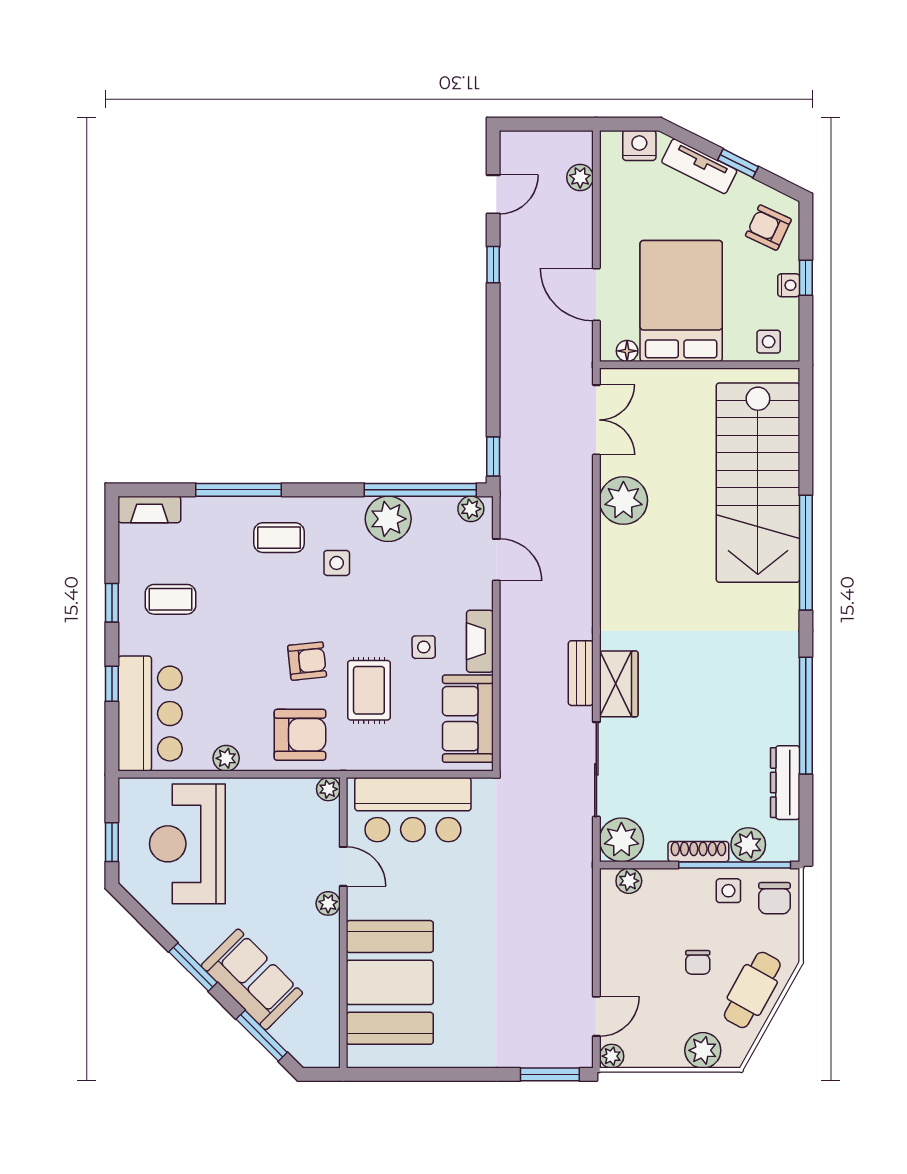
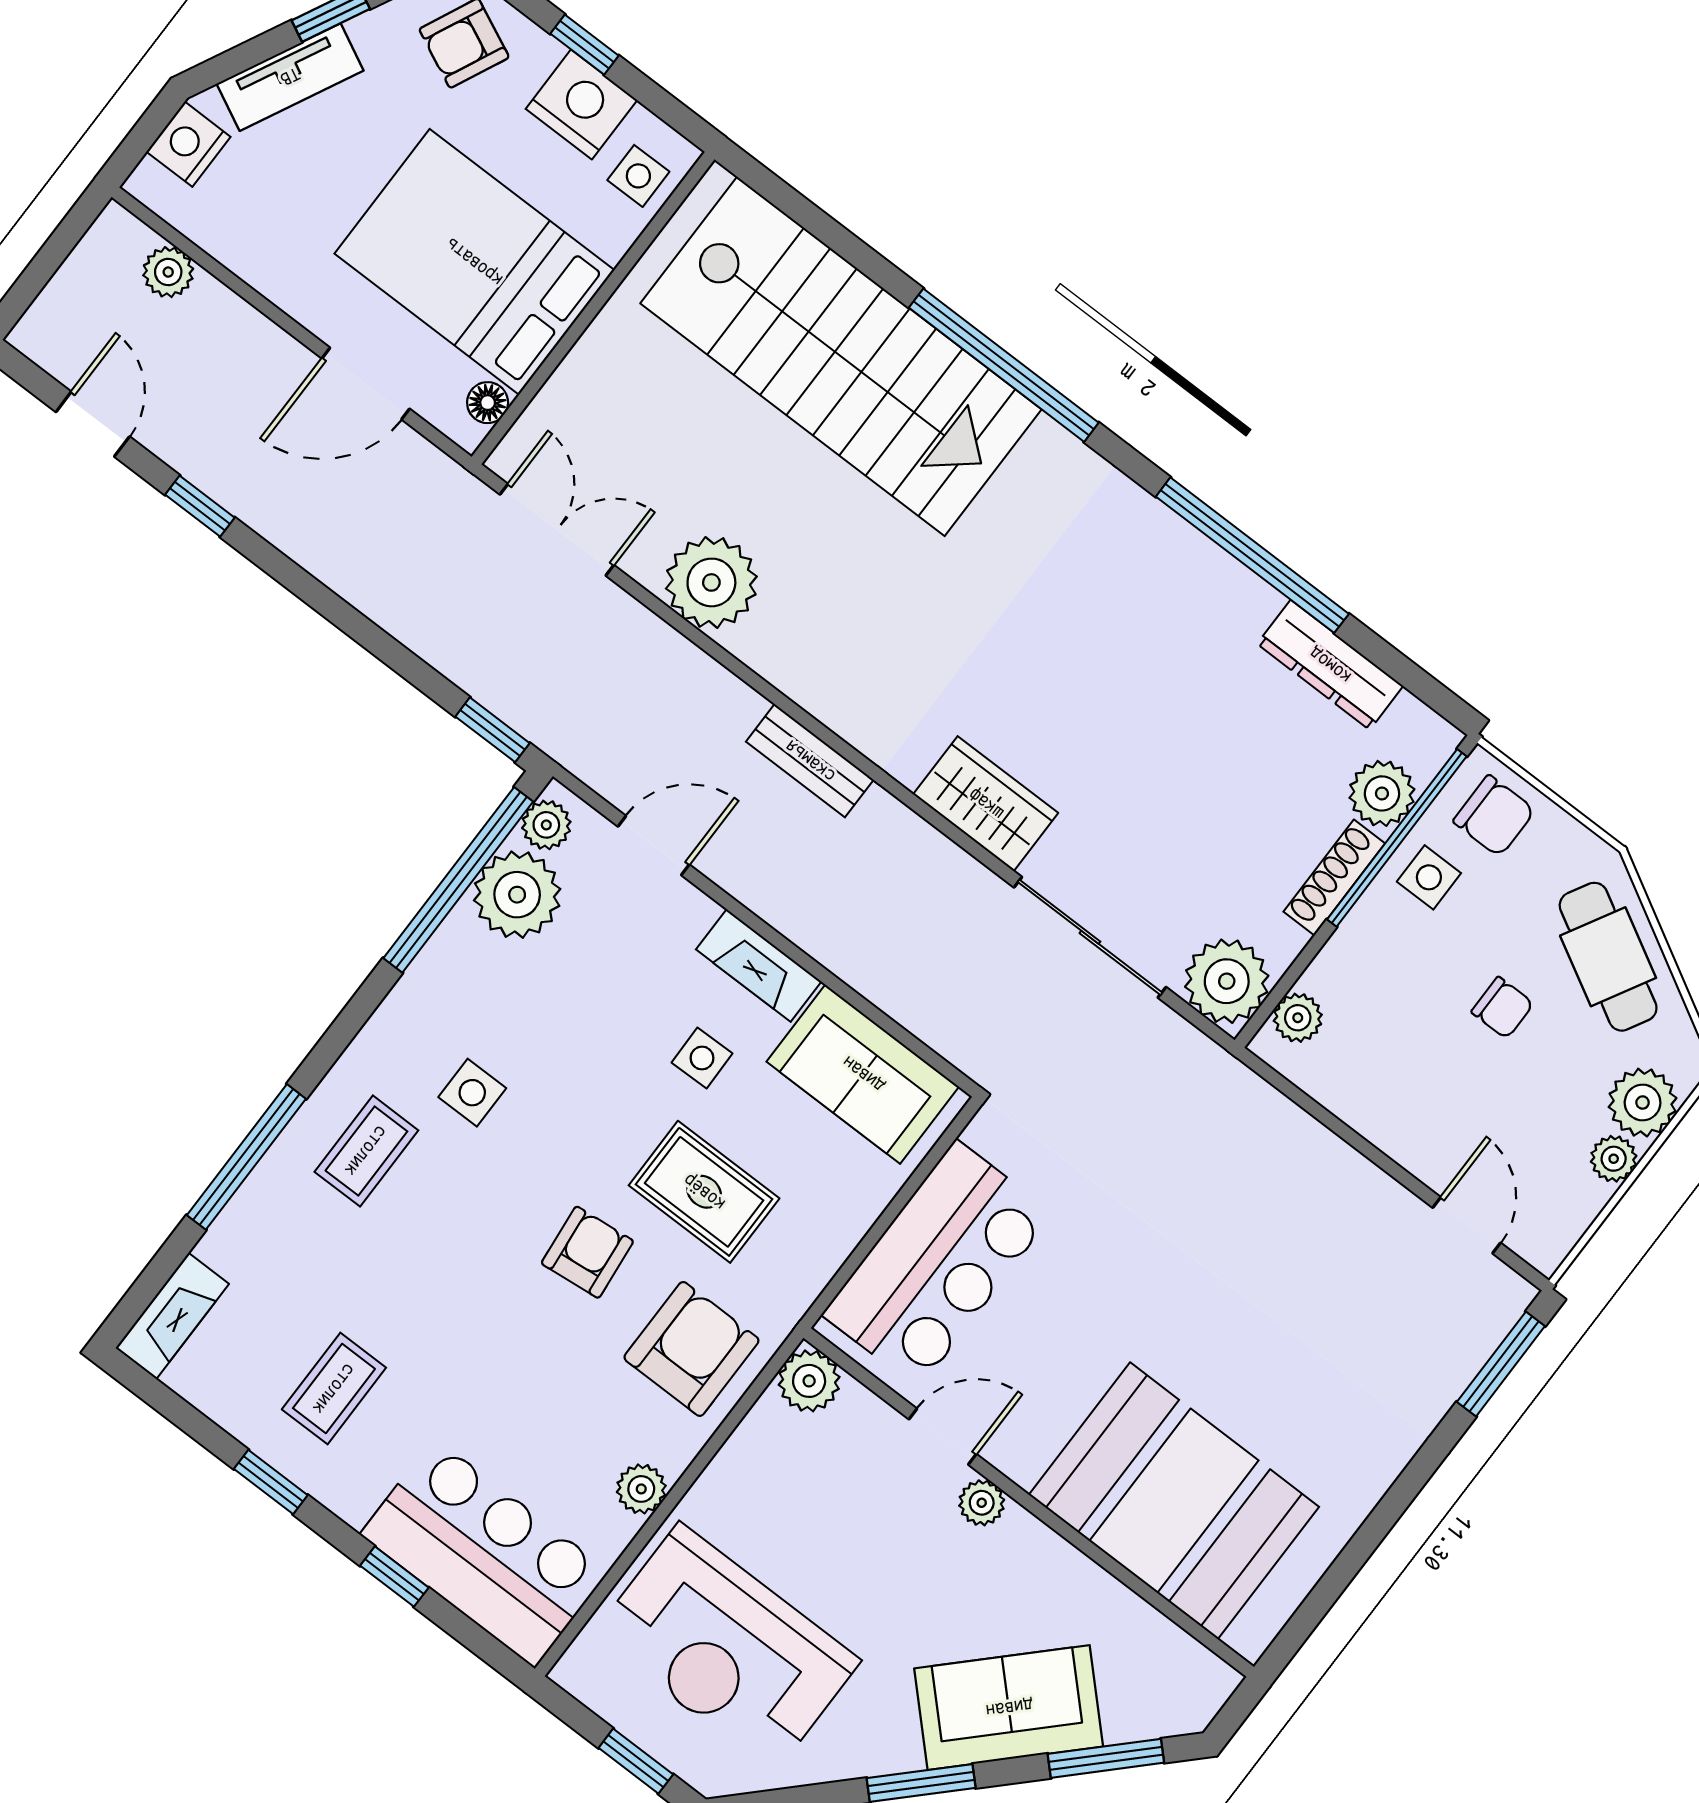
nightstand: (789, 285) -> (581, 105), width x1.89, depth x1.79
plant: (388, 519) -> (517, 895), moved
bench: (581, 673) -> (810, 761), moved
plant: (328, 789) -> (809, 1381), width x1.38, depth x1.38
plant: (612, 1056) -> (1614, 1159), moved

